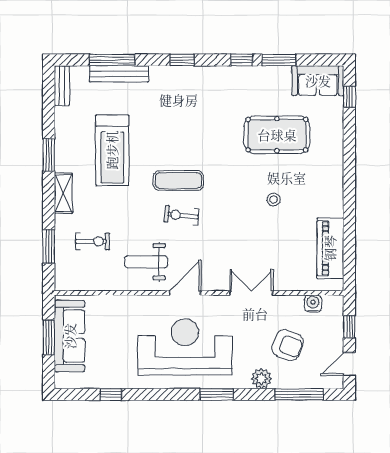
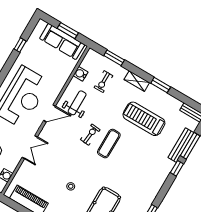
window: (182, 60) -> (177, 168), moved
water cooler: (101, 282) -> (80, 74), added
door: (185, 293) -> (50, 113), hinge flipped

